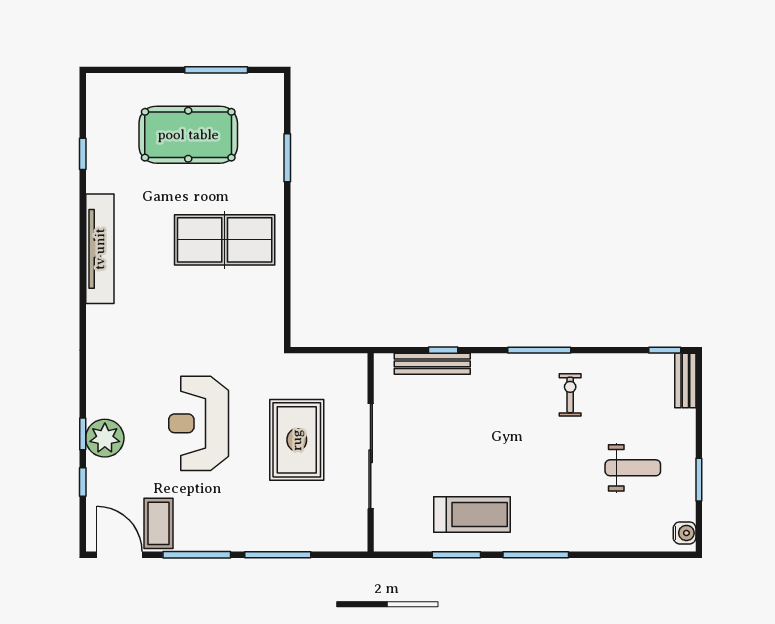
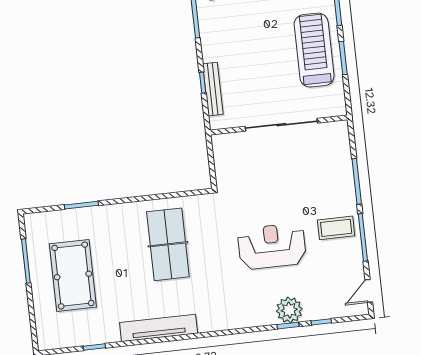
table tennis table: (225, 240) -> (168, 244), moved
reception desk: (199, 423) -> (272, 246), turned 180
rug: (297, 440) -> (276, 177), removed
treadmill: (472, 515) -> (314, 50), width x1.37, depth x1.38
coffee table: (159, 523) -> (336, 228), moved
door: (120, 555) -> (369, 291), width x0.73

